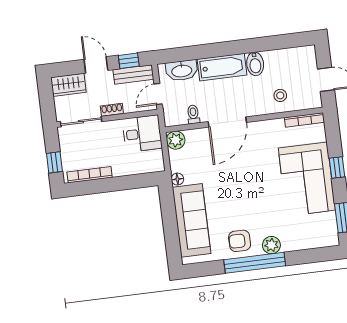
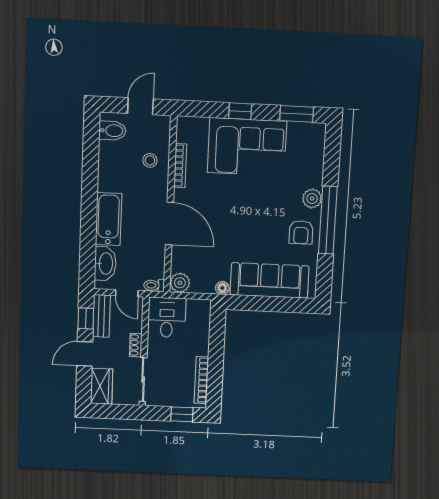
bidet: (255, 64) -> (112, 131), moved
toilet: (193, 114) -> (154, 285), moved
bookcase: (305, 120) -> (180, 166), moved

